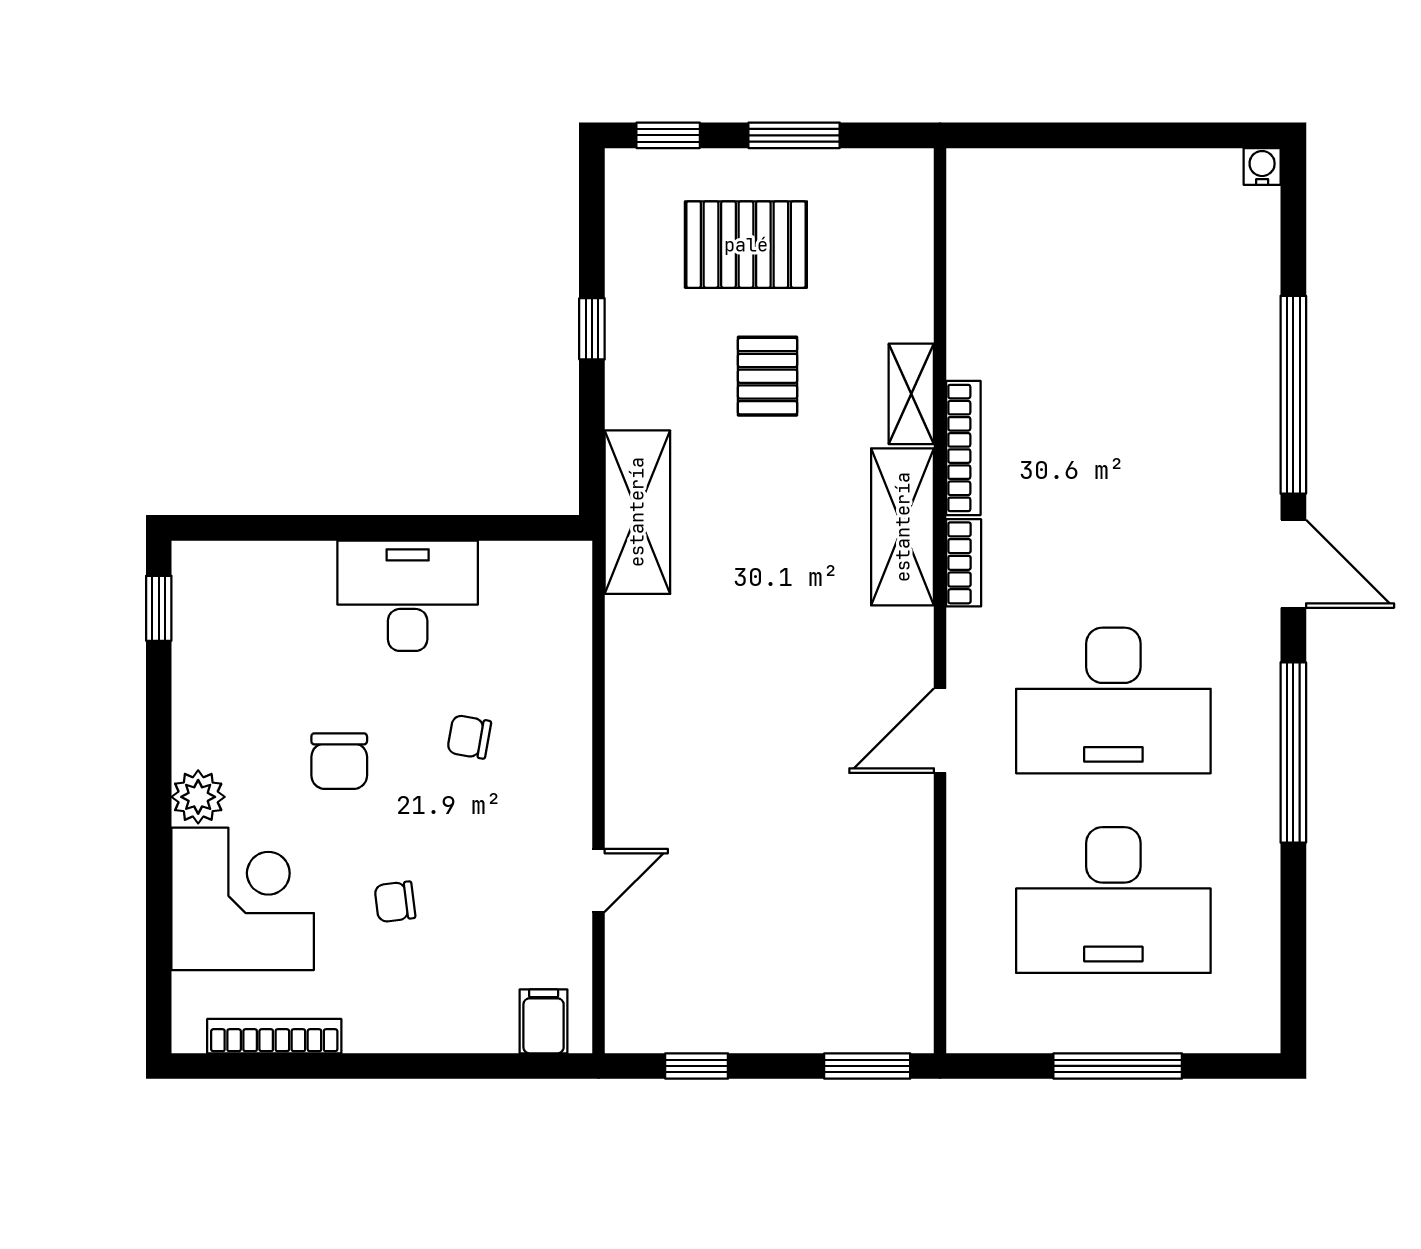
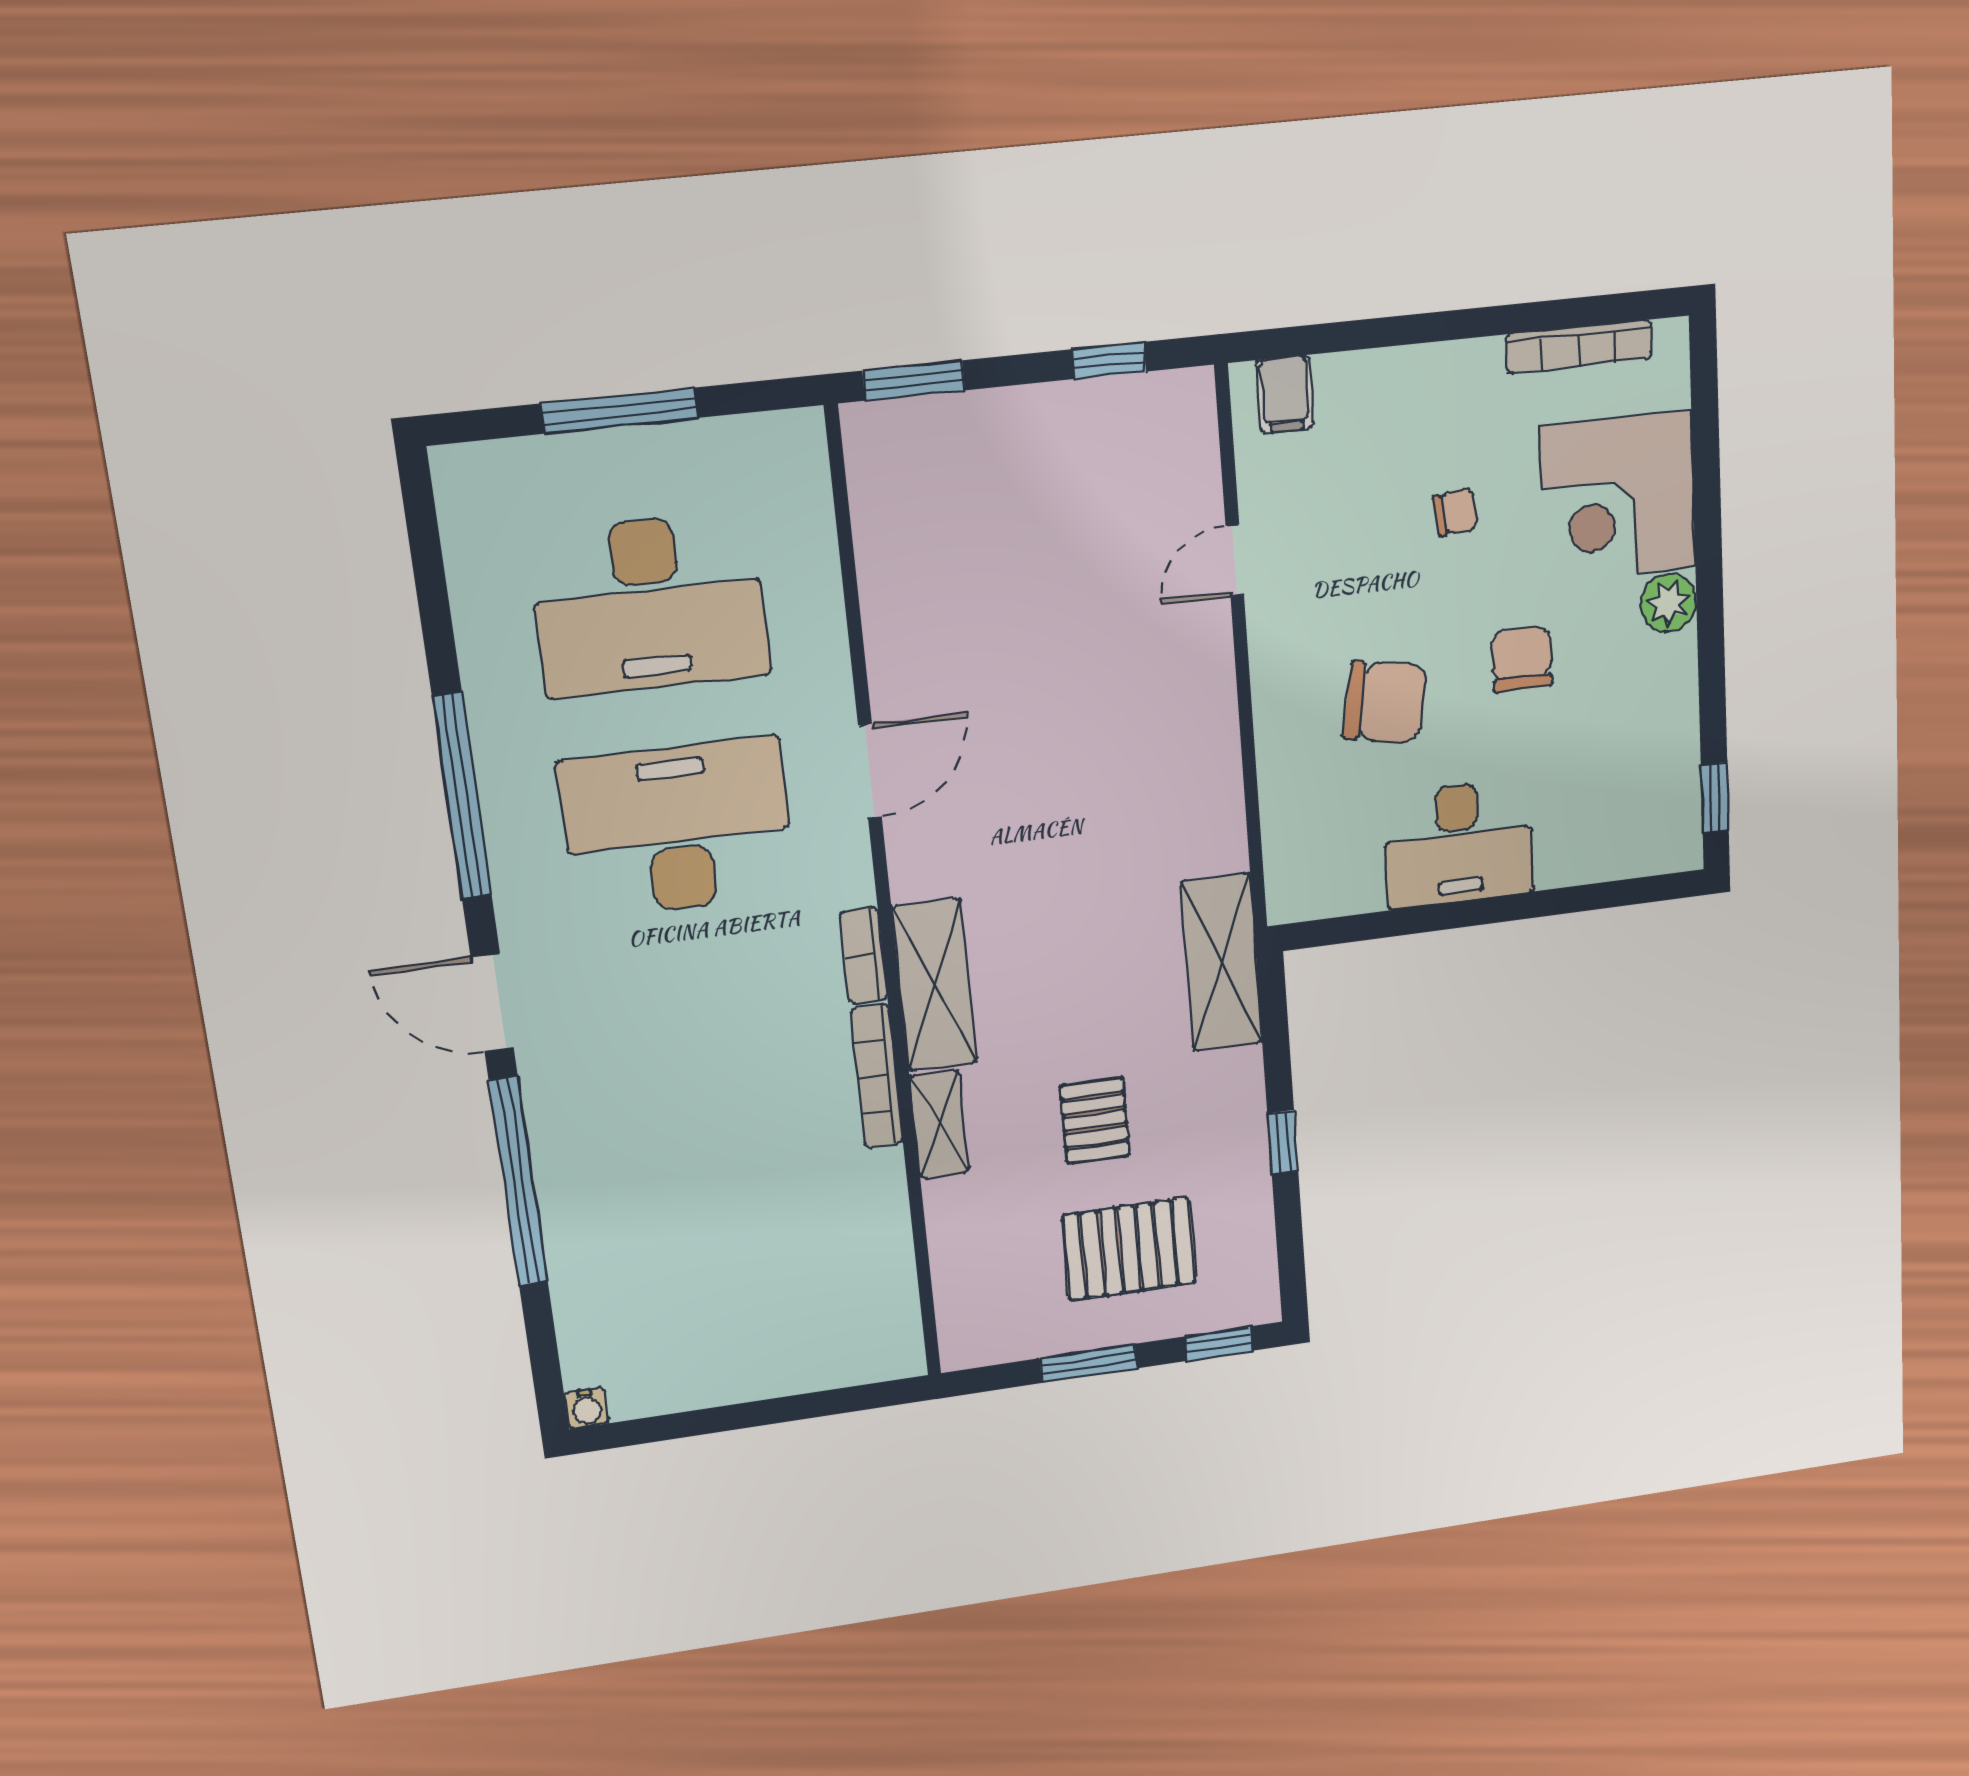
chair: (469, 737) -> (1385, 702), width x1.87, depth x1.87
desk: (1113, 900) -> (649, 604), turned 180

